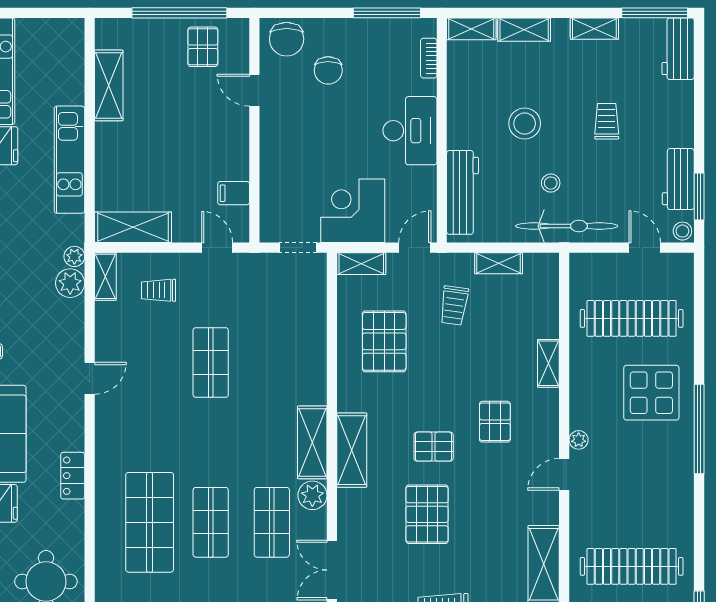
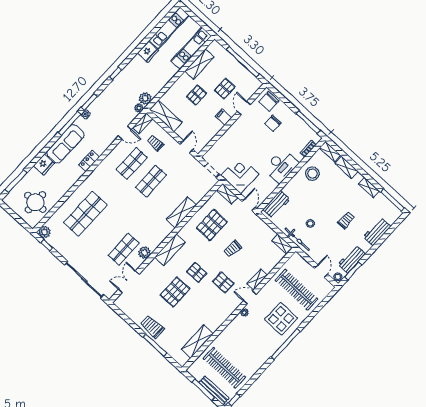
pallet: (203, 47) -> (225, 89), moved
workbench: (678, 49) -> (377, 232), moved
stool: (525, 124) -> (312, 174), moved
pallet: (153, 143) -> (197, 95), added
kitchen unit: (69, 160) -> (191, 48), moved
workbench: (463, 192) -> (276, 204), width x0.73
filing cabinet: (234, 193) -> (223, 117), moved
bicycle: (567, 226) -> (297, 239), width x0.73, depth x0.71
door: (415, 248) -> (249, 204), hinge flipped
shelving: (499, 263) -> (282, 244), moved
plant: (70, 283) -> (145, 98), moved
trolley: (454, 305) -> (232, 249), moved
door: (90, 378) -> (125, 133), moved
pallet: (495, 422) -> (223, 282), turned 90
shelving: (312, 442) -> (181, 212), moved
door: (564, 474) -> (250, 297), moved
locker: (73, 476) -> (89, 161), moved
shop shelf: (211, 522) -> (132, 163), moved

